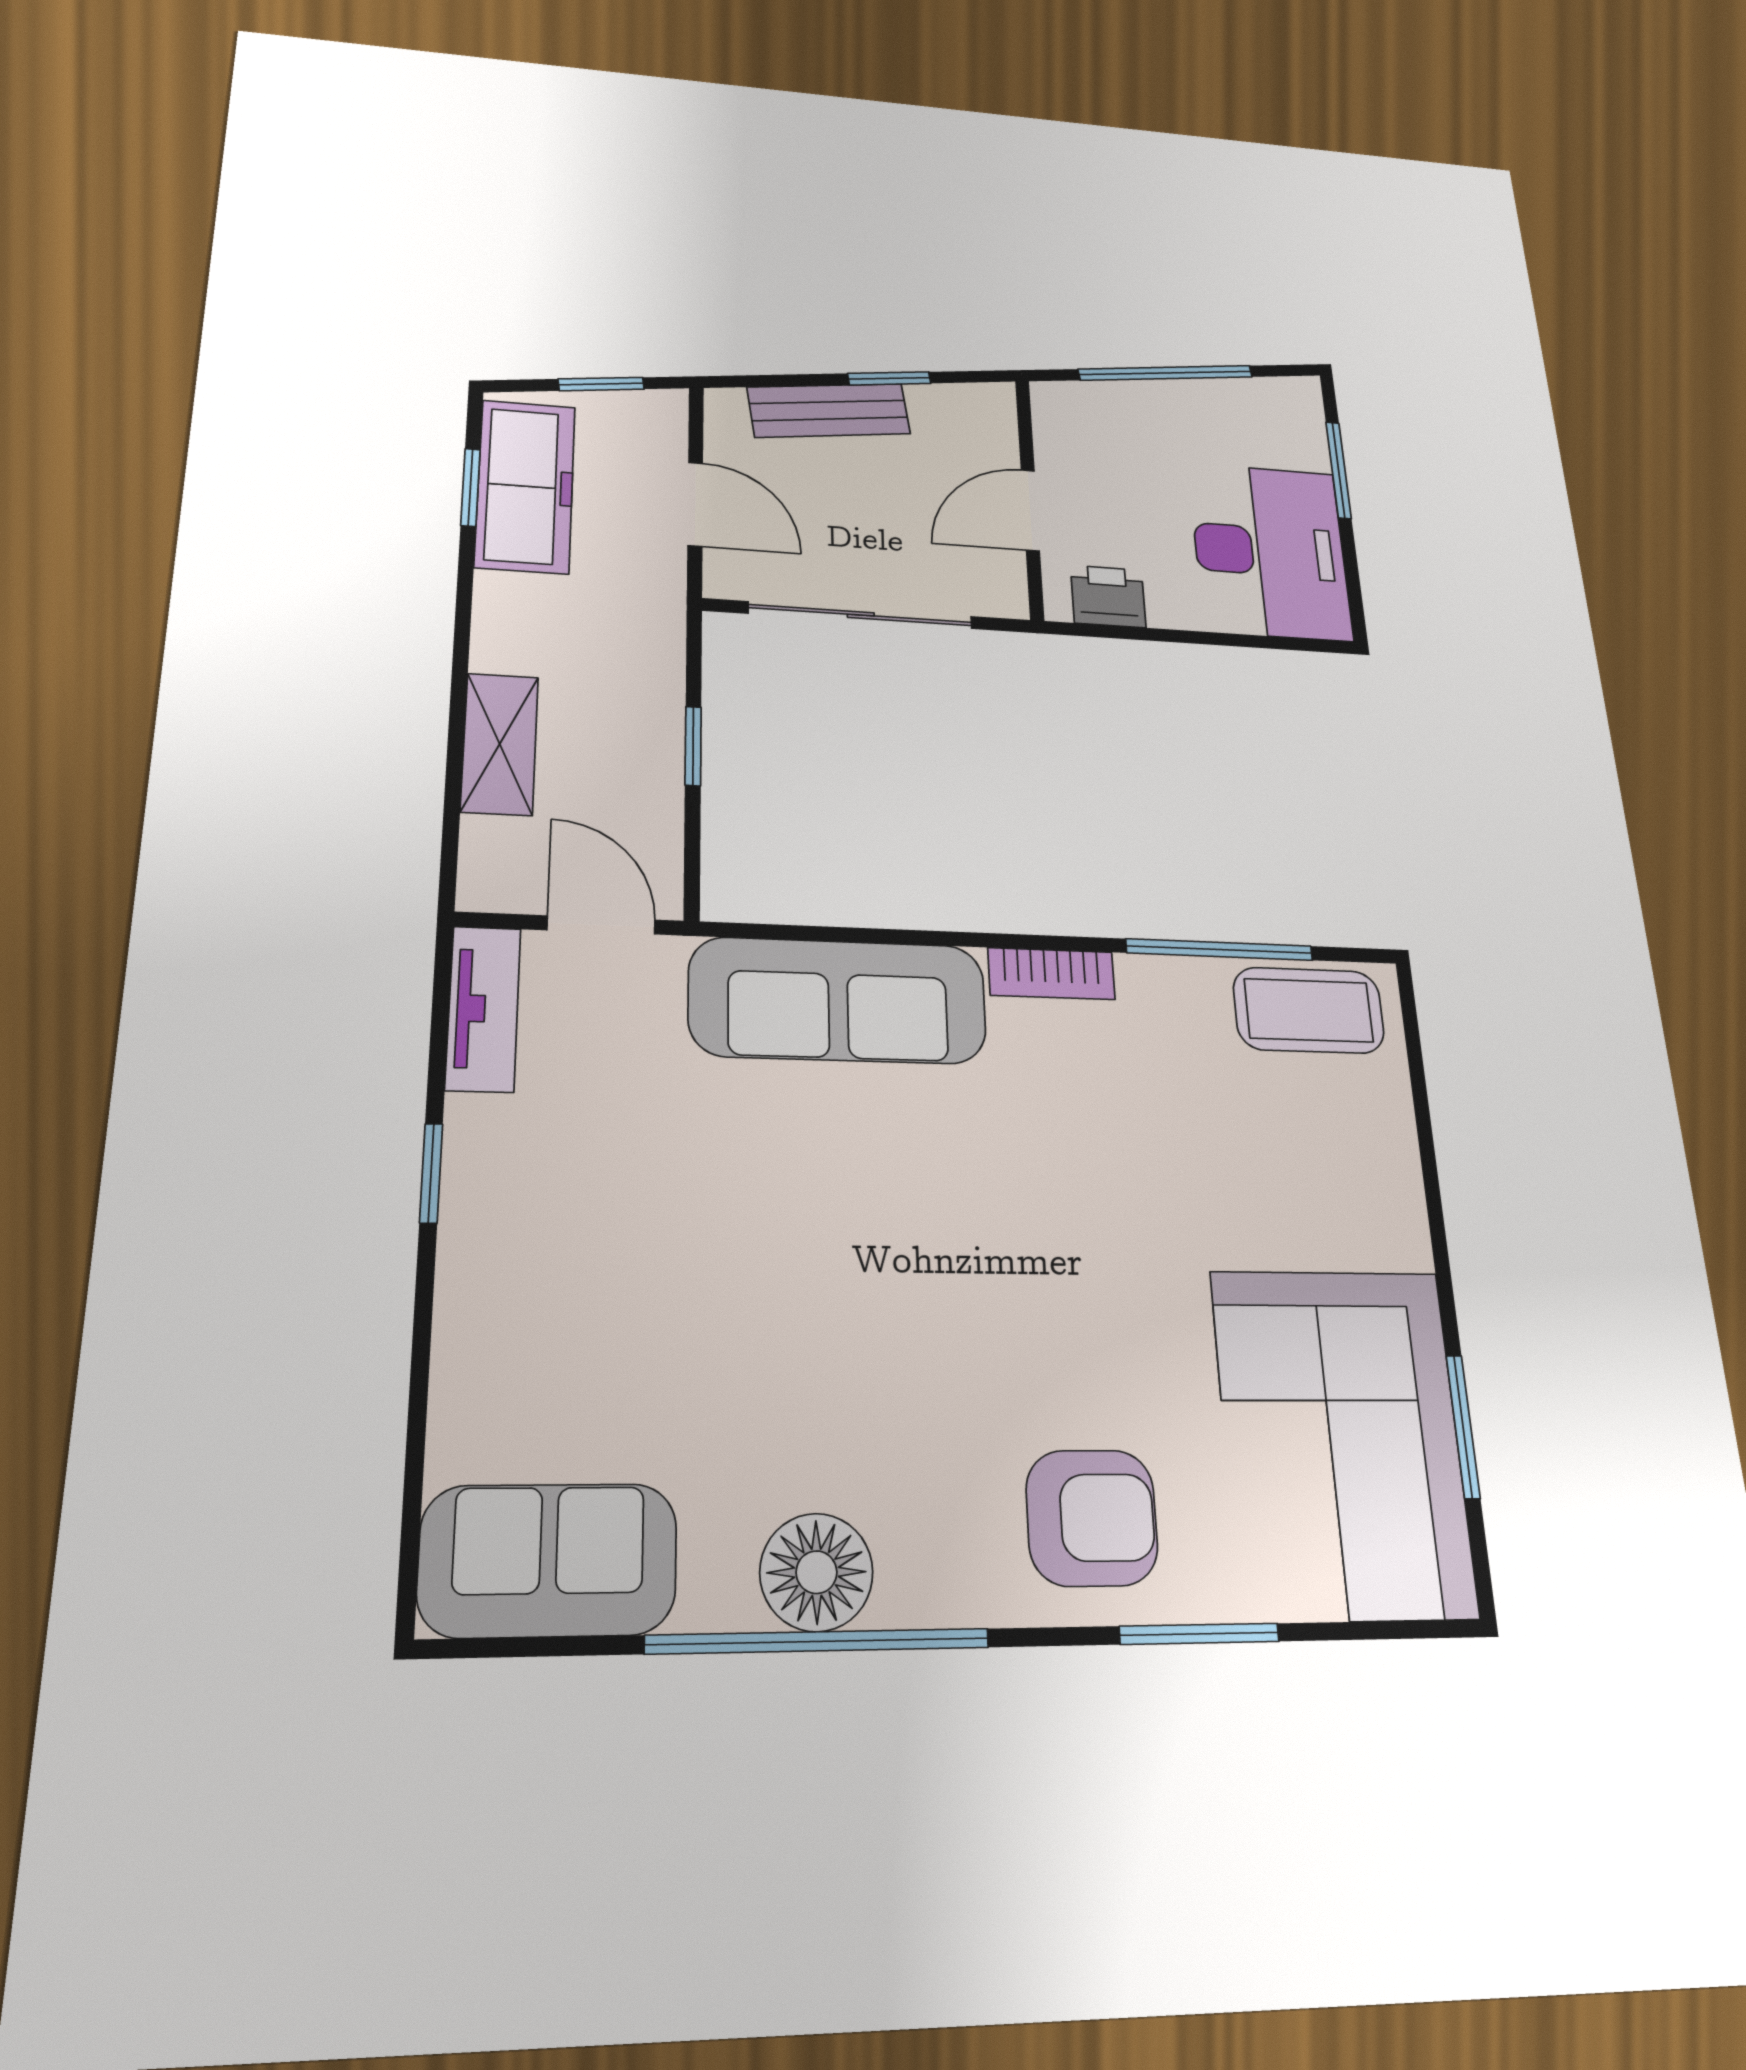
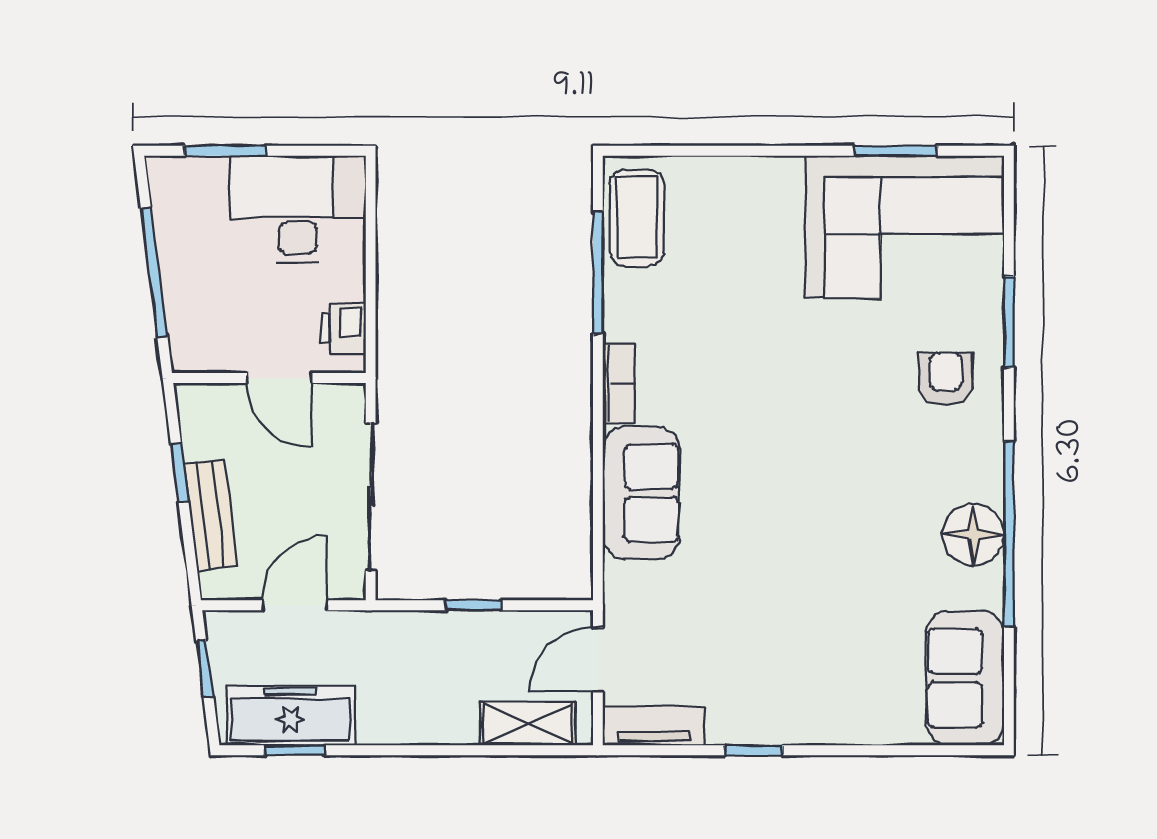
shelving: (500, 744) -> (528, 724), moved
sofa: (838, 1000) -> (641, 493), width x0.73
armchair: (1092, 1518) -> (946, 379), width x0.72, depth x0.72

